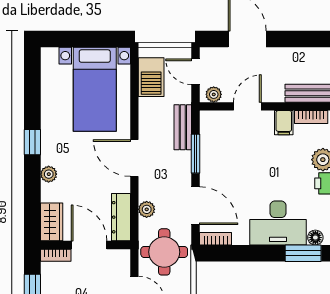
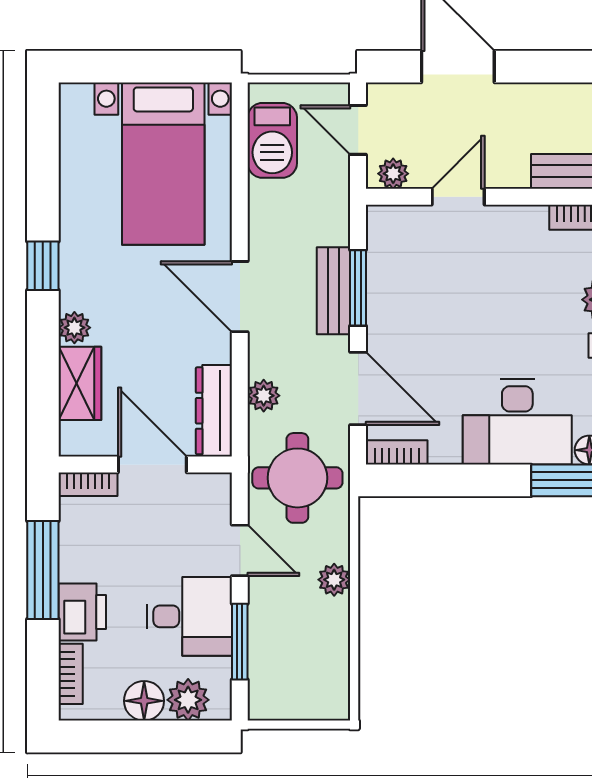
filing cabinet: (284, 123) -> (528, 228), removed
bench: (183, 127) -> (333, 291), moved
wardrobe: (52, 222) -> (80, 383), moved

